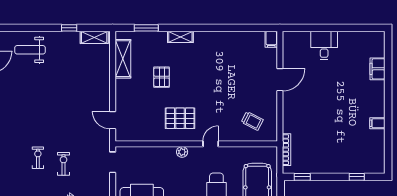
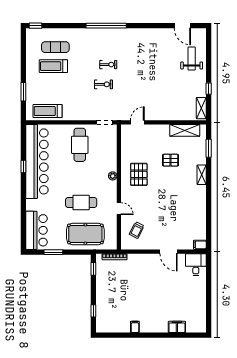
desk: (324, 45) -> (196, 265), moved, turned -90
door: (211, 144) -> (119, 209), moved

